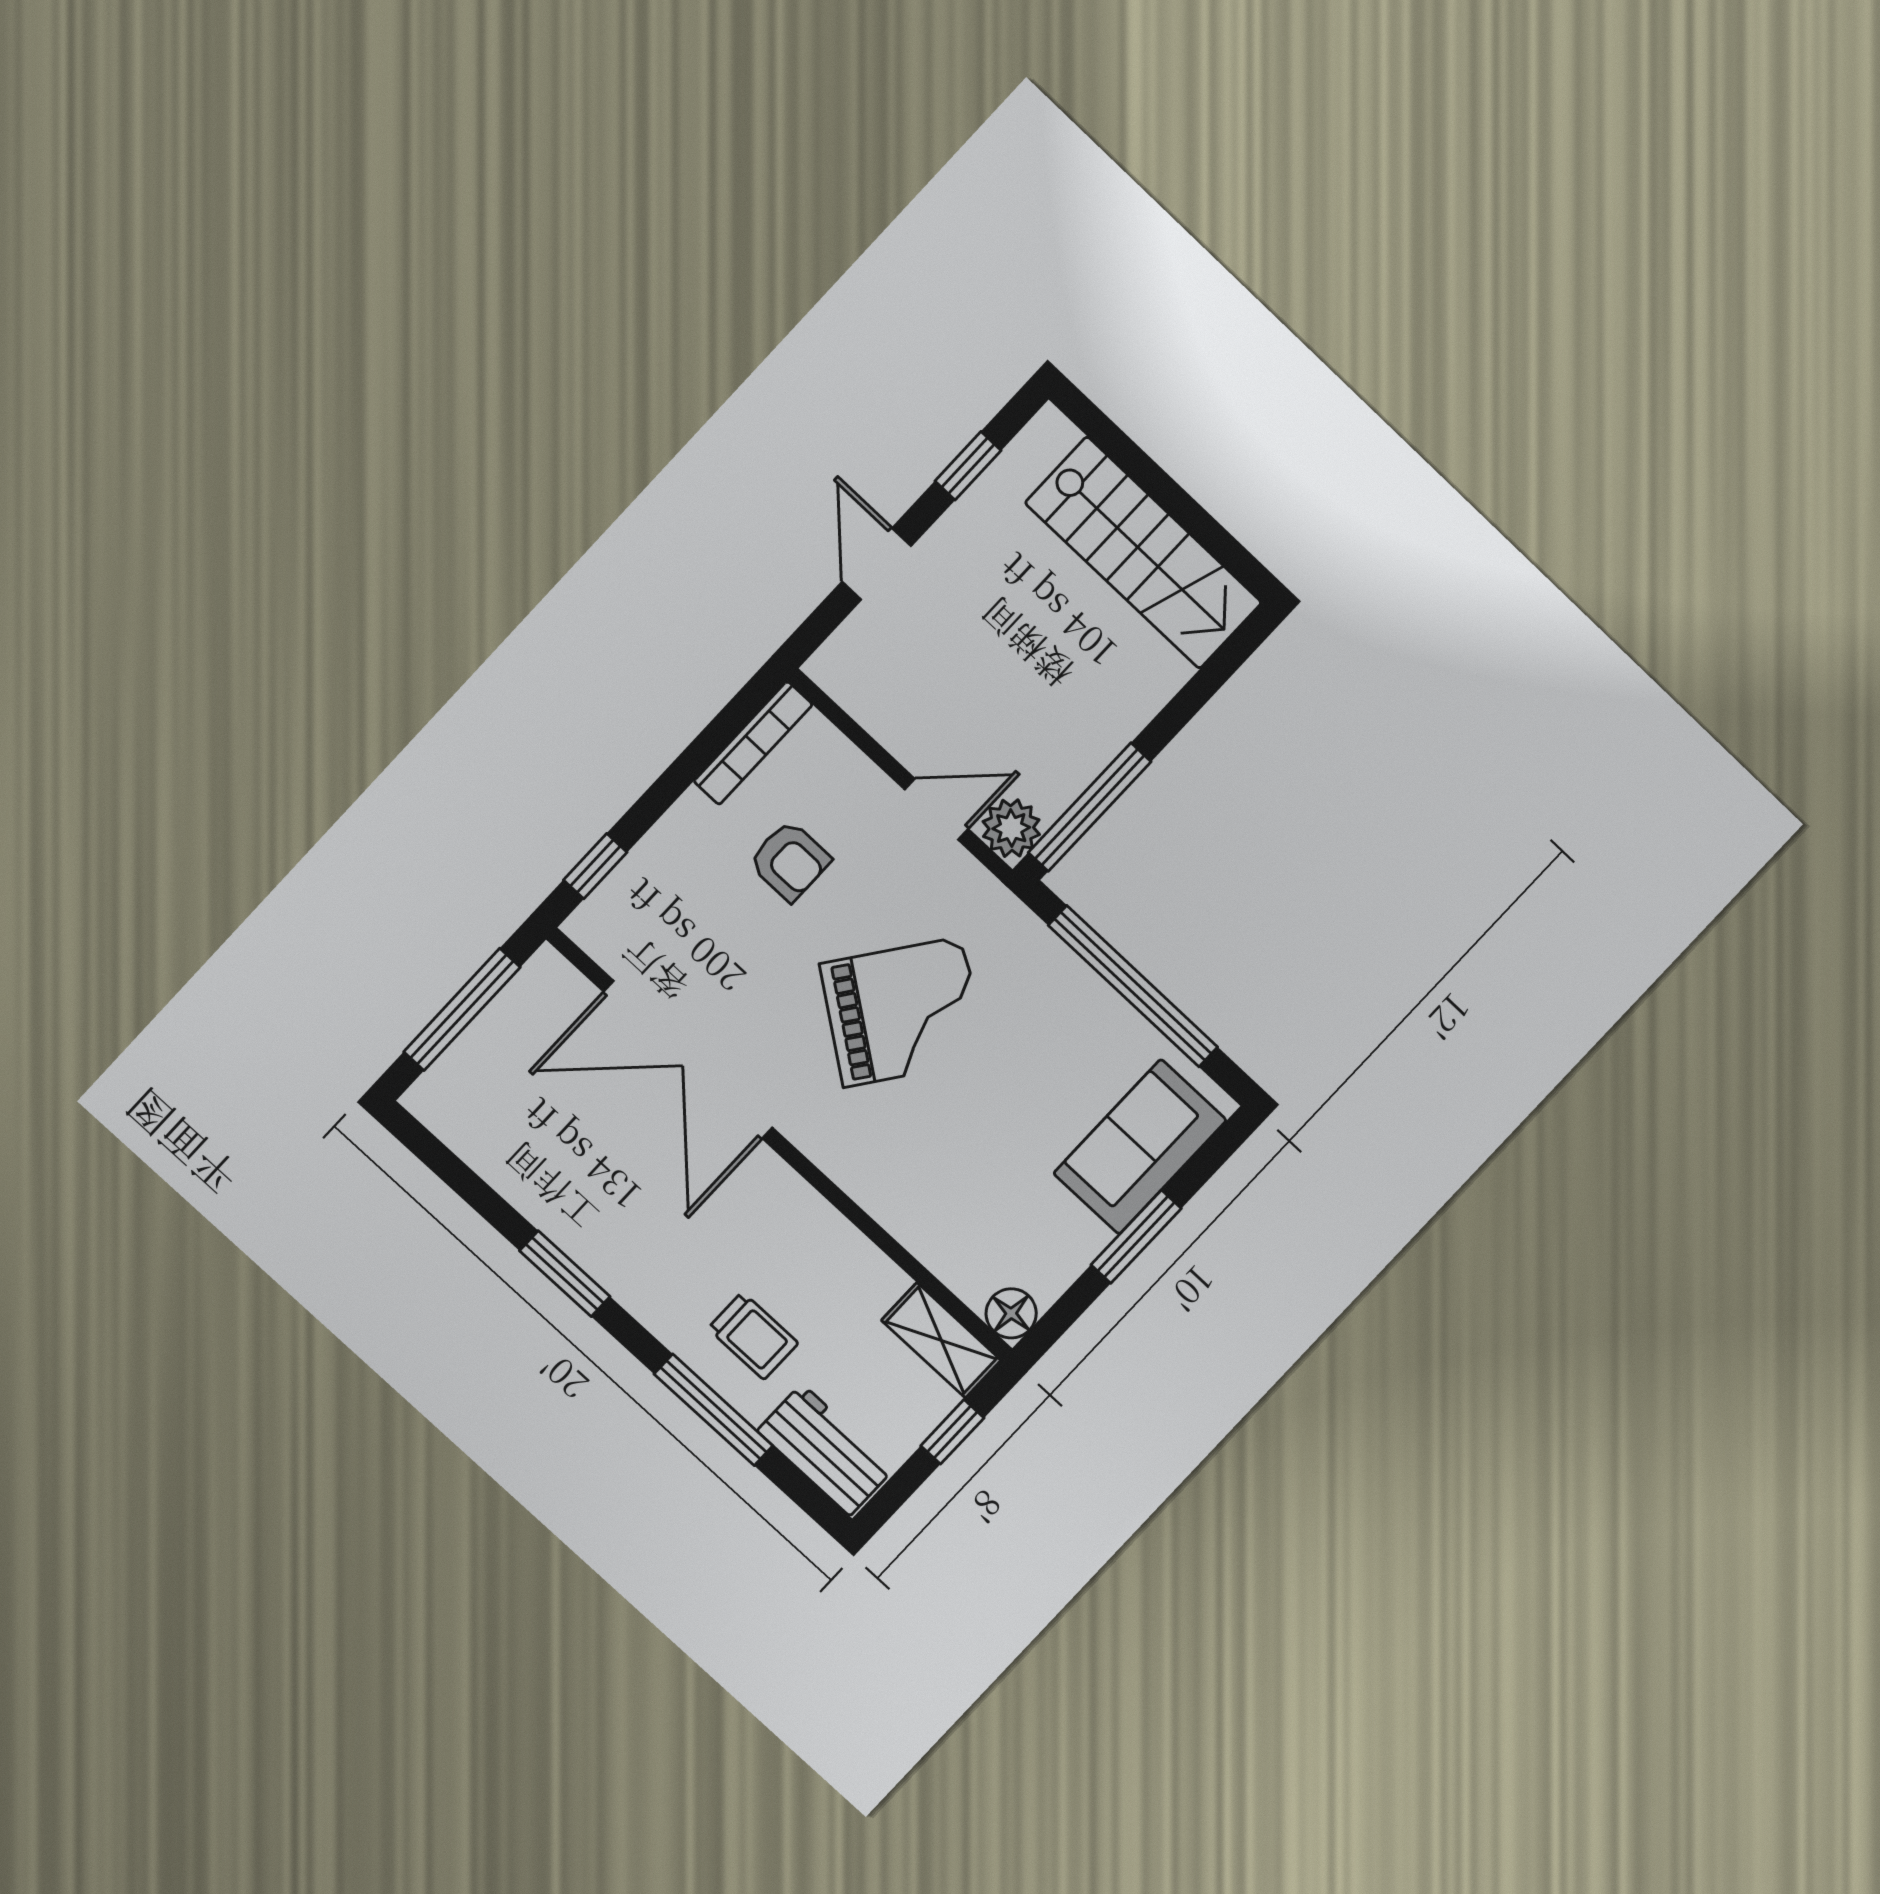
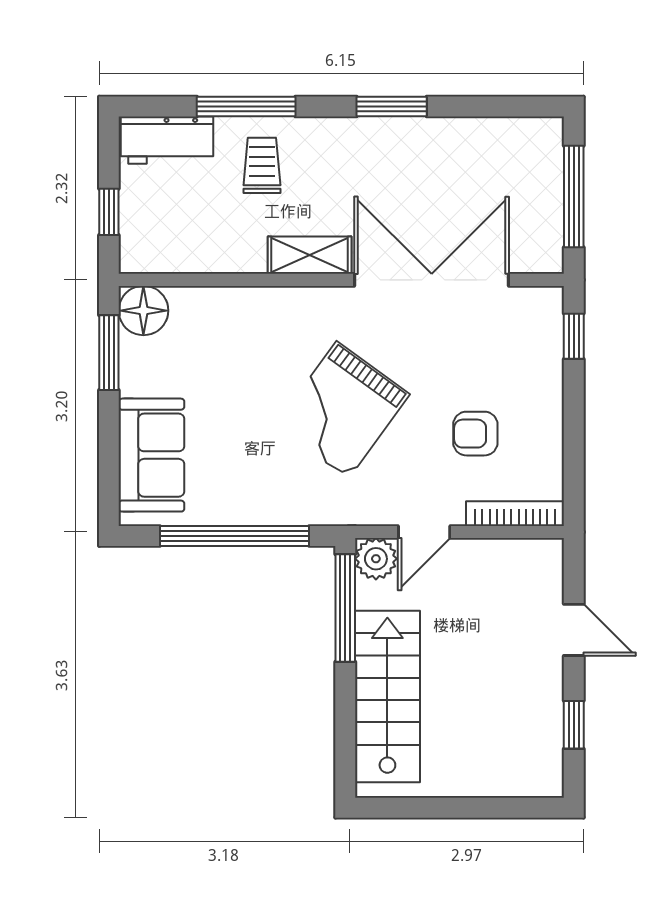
stairs: (1144, 553) -> (387, 696), moved, turned 90
bookcase: (753, 743) -> (515, 514), moved, turned 90
window: (1136, 1237) -> (109, 353), moved
floor lamp: (1011, 1313) -> (143, 311), width x1.38, depth x1.38
trolley: (753, 1336) -> (262, 165), turned 90
shelving: (941, 1340) -> (310, 255), moved

